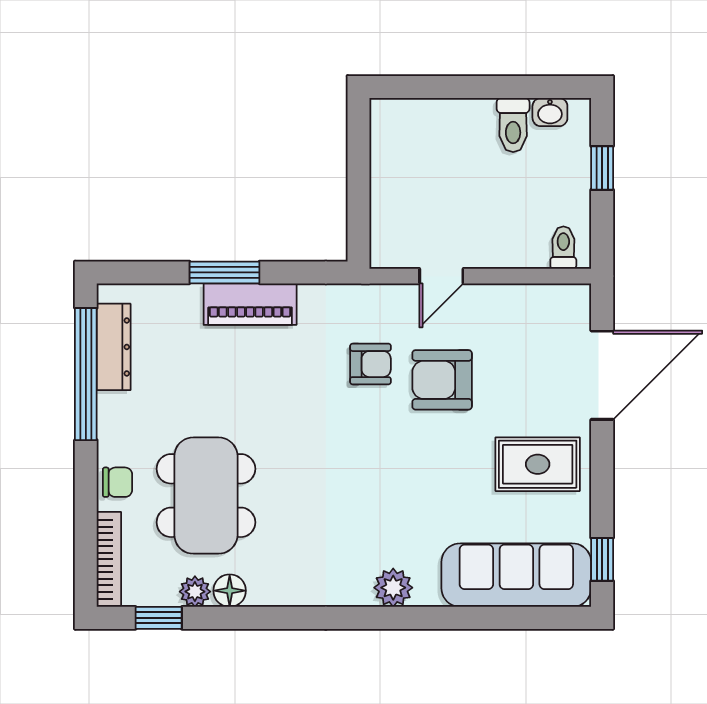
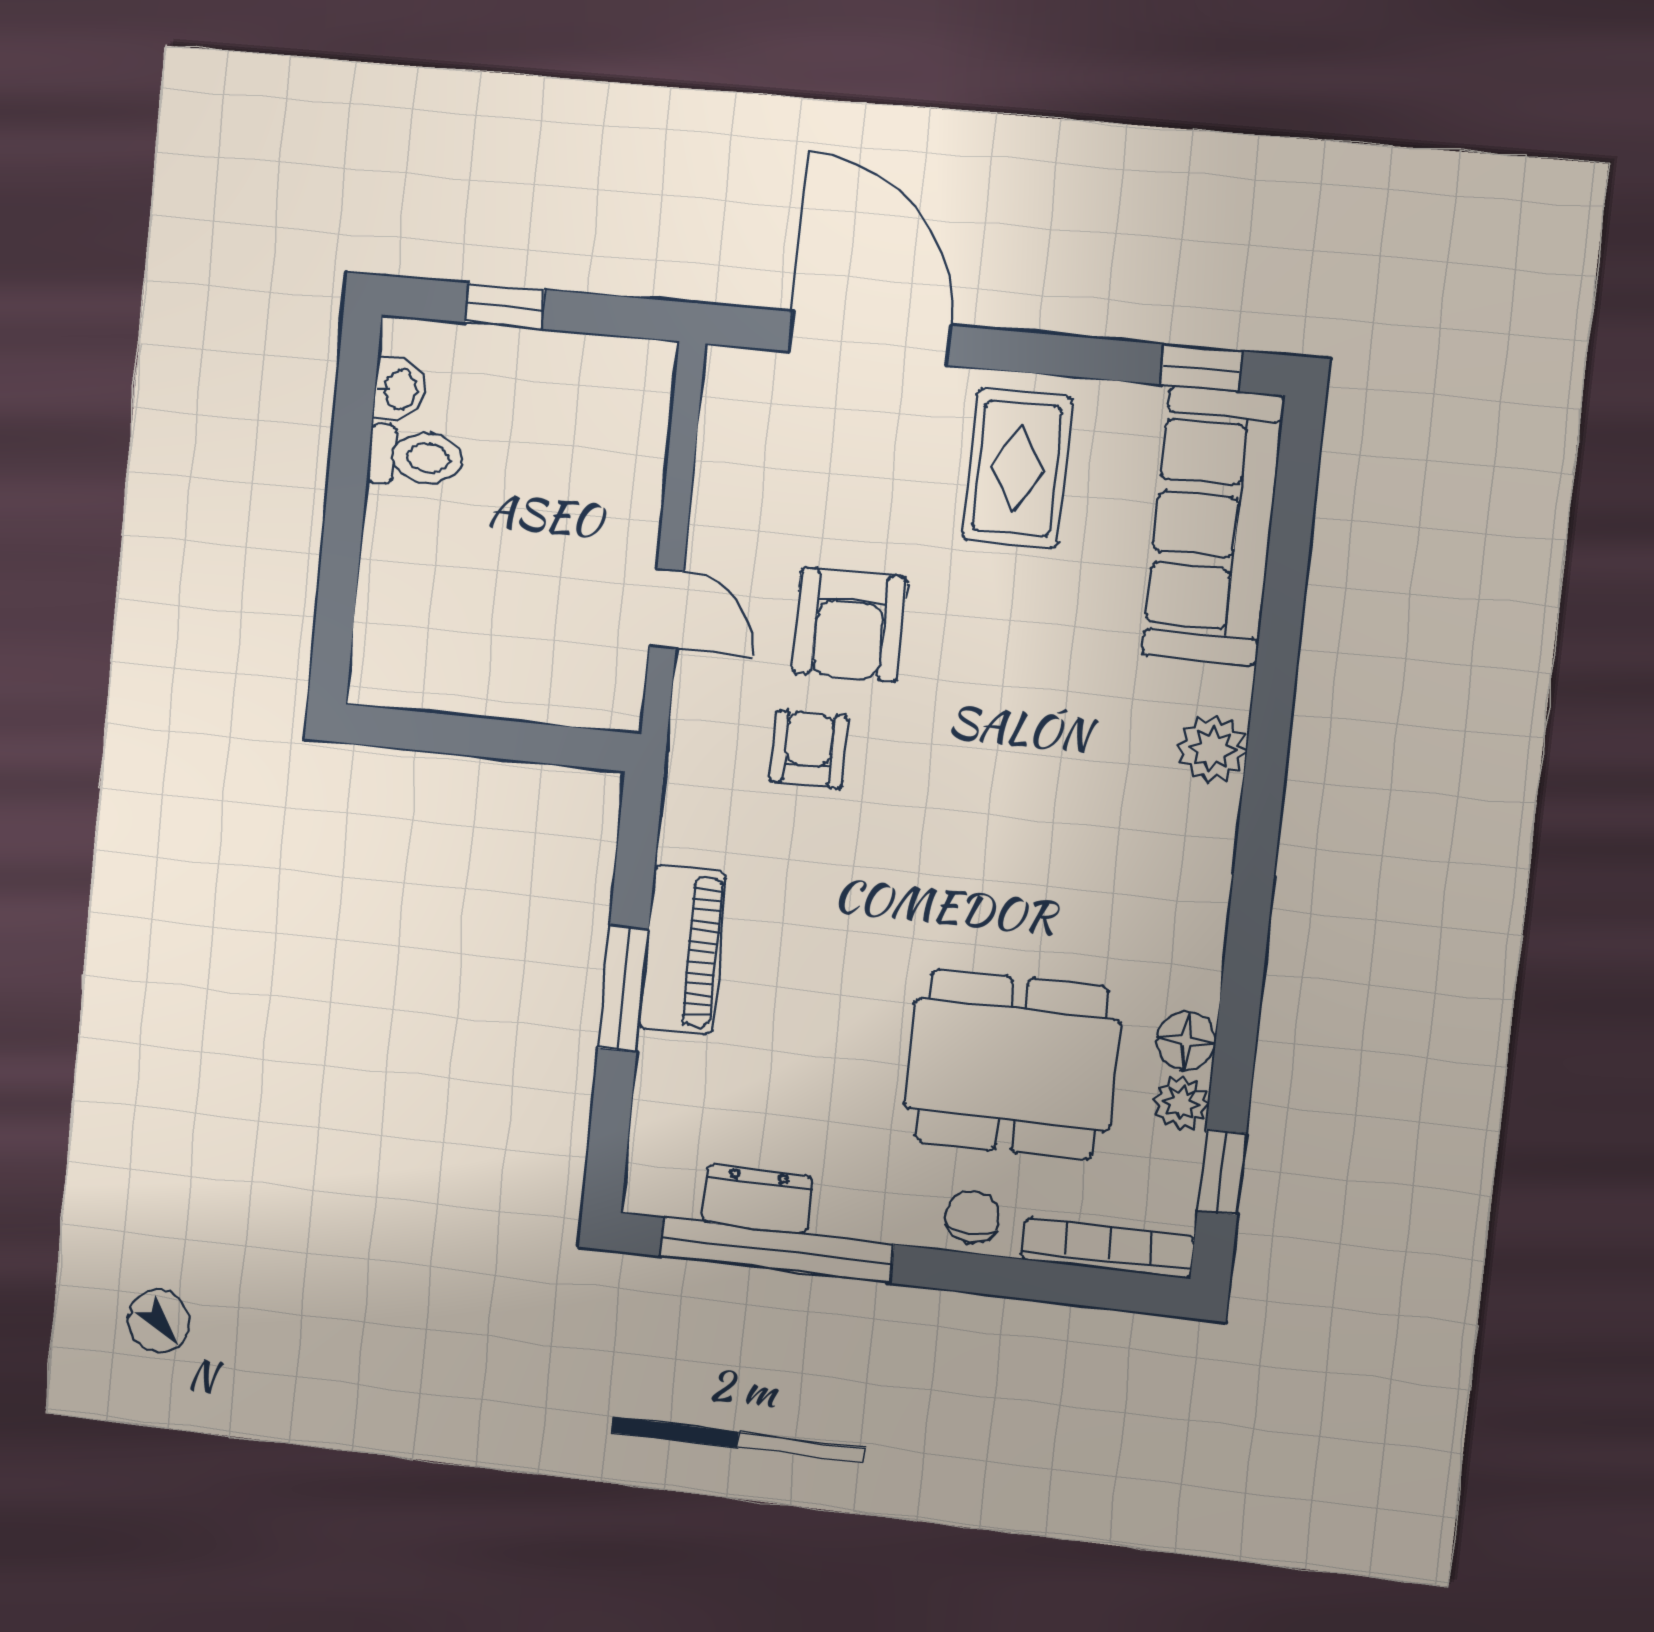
toilet: (563, 248) -> (637, 387), removed
dresser: (114, 347) -> (757, 1199), width x0.70

